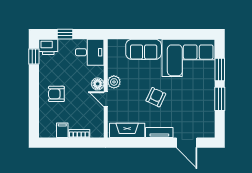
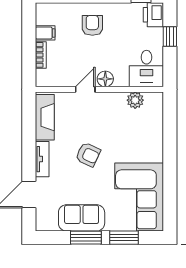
sofa: (144, 49) -> (82, 218), moved, turned 90
plant: (114, 82) -> (135, 100), moved

